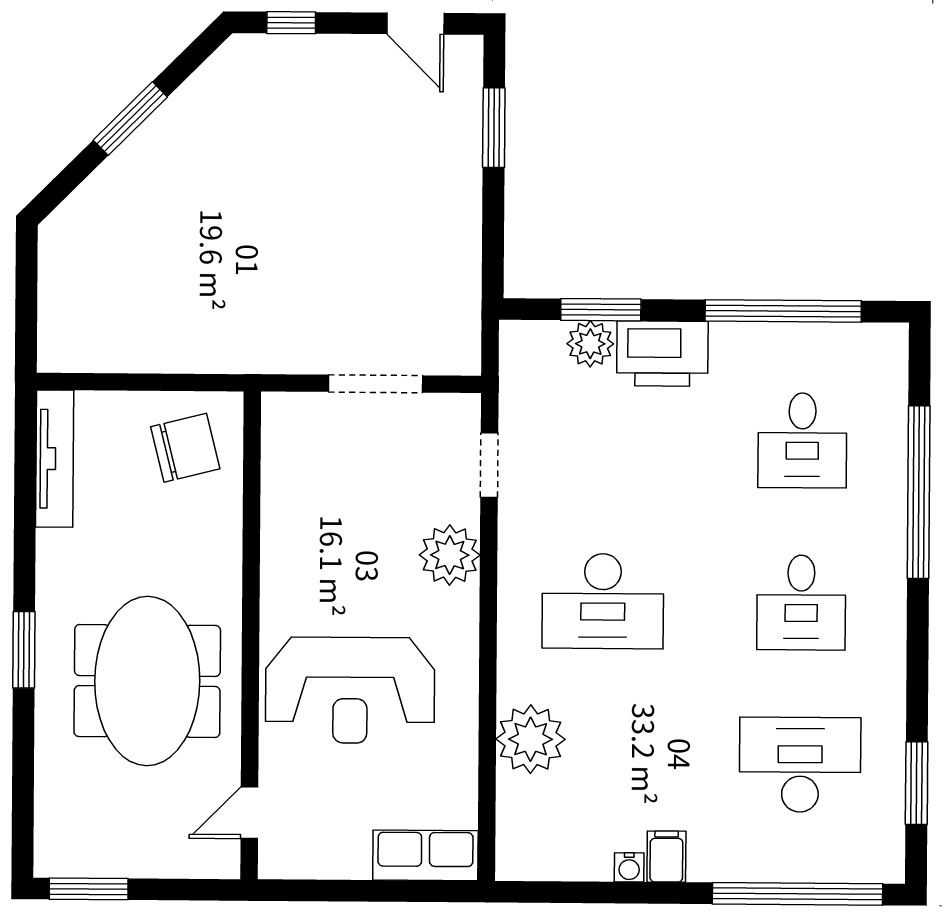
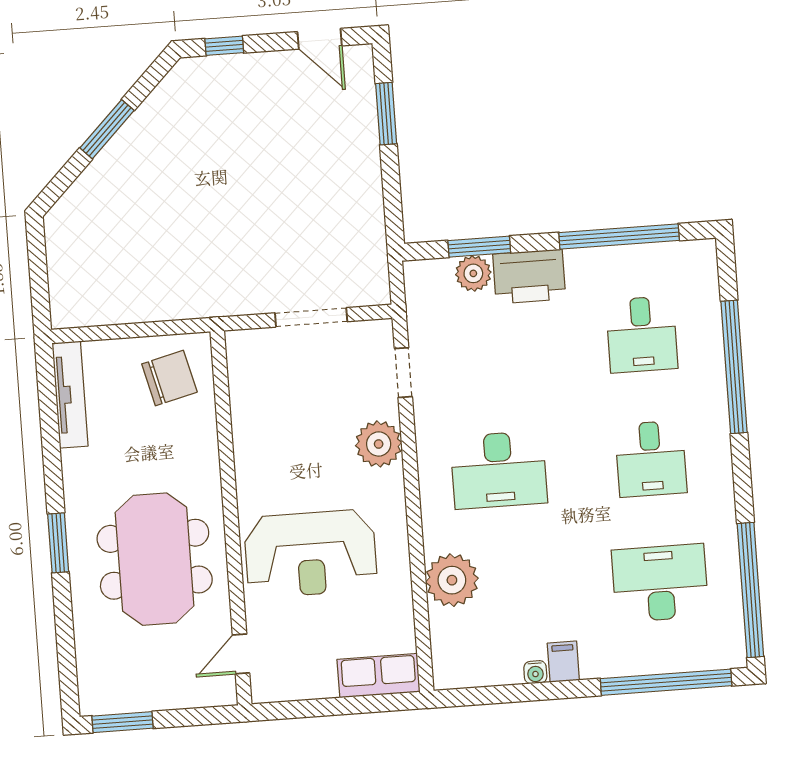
window: (917, 783) -> (750, 590), width x2.11

